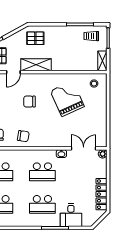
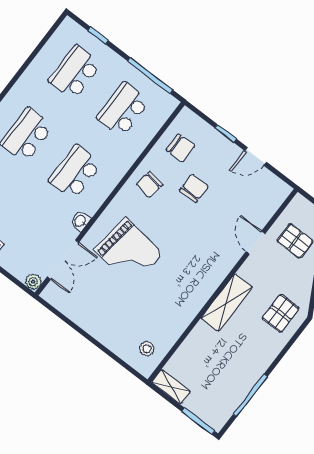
trolley: (91, 36) -> (220, 399), removed
shelving: (36, 65) -> (227, 303), moved
grand piano: (67, 99) -> (128, 252), moved, turned 31
chair: (29, 102) -> (194, 188), moved

